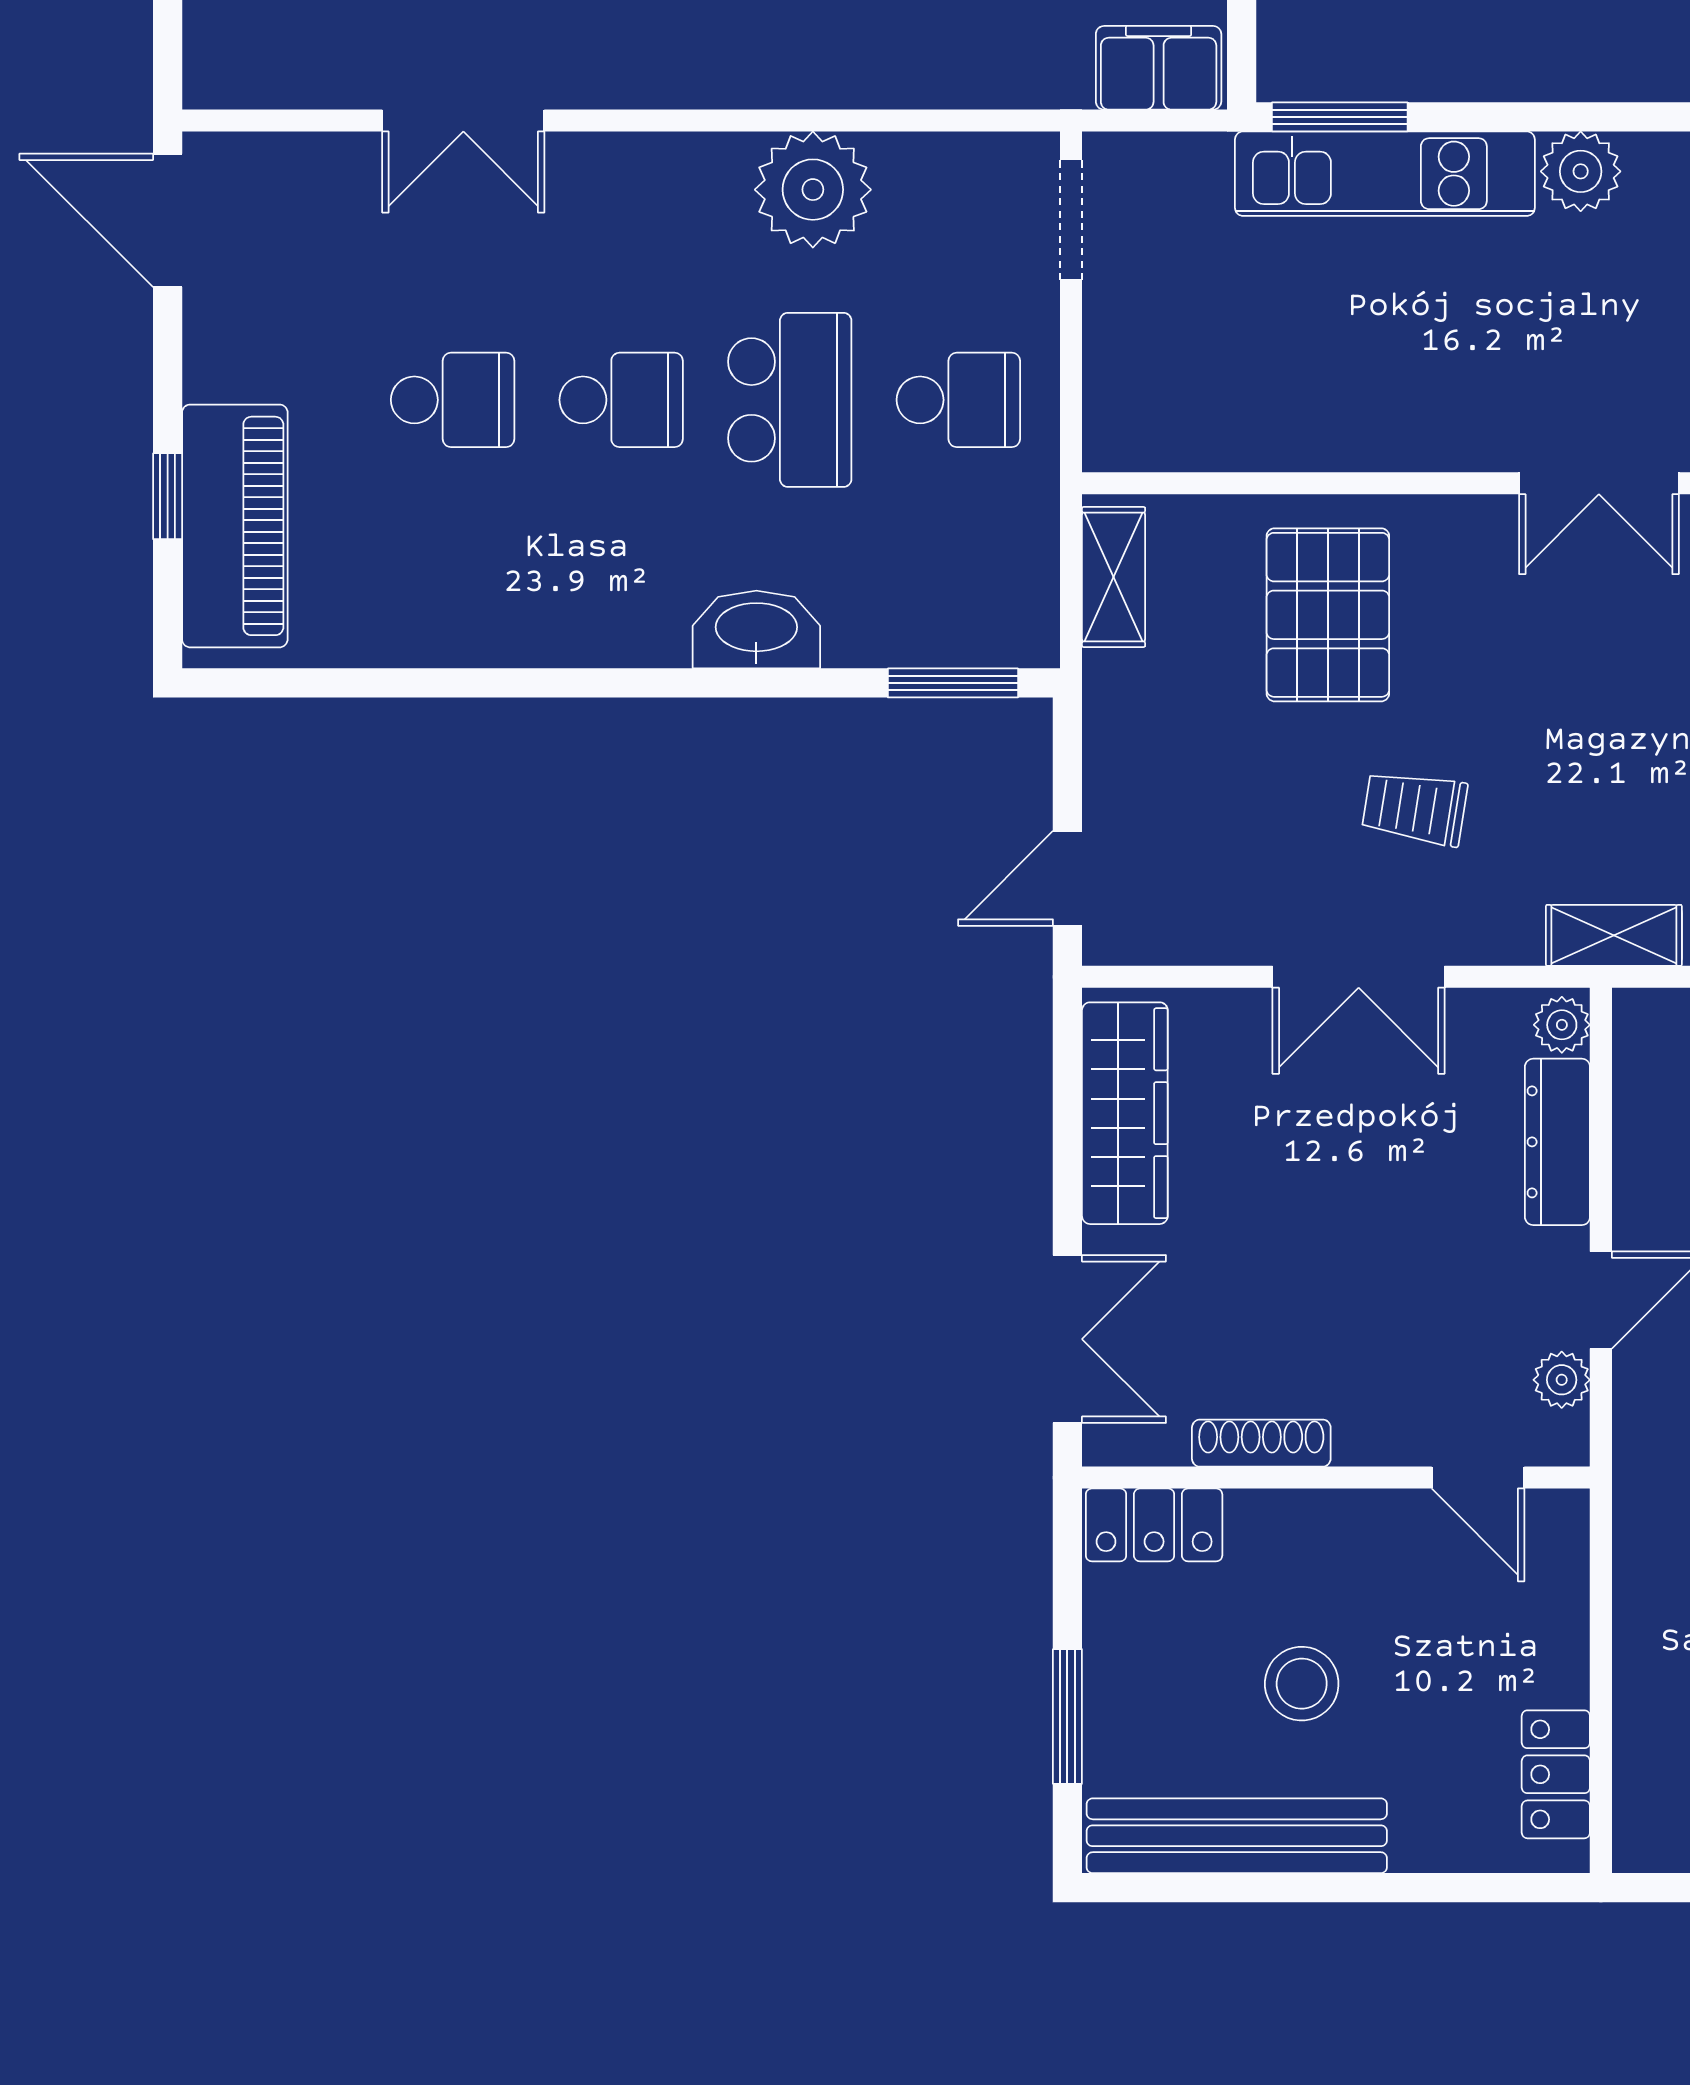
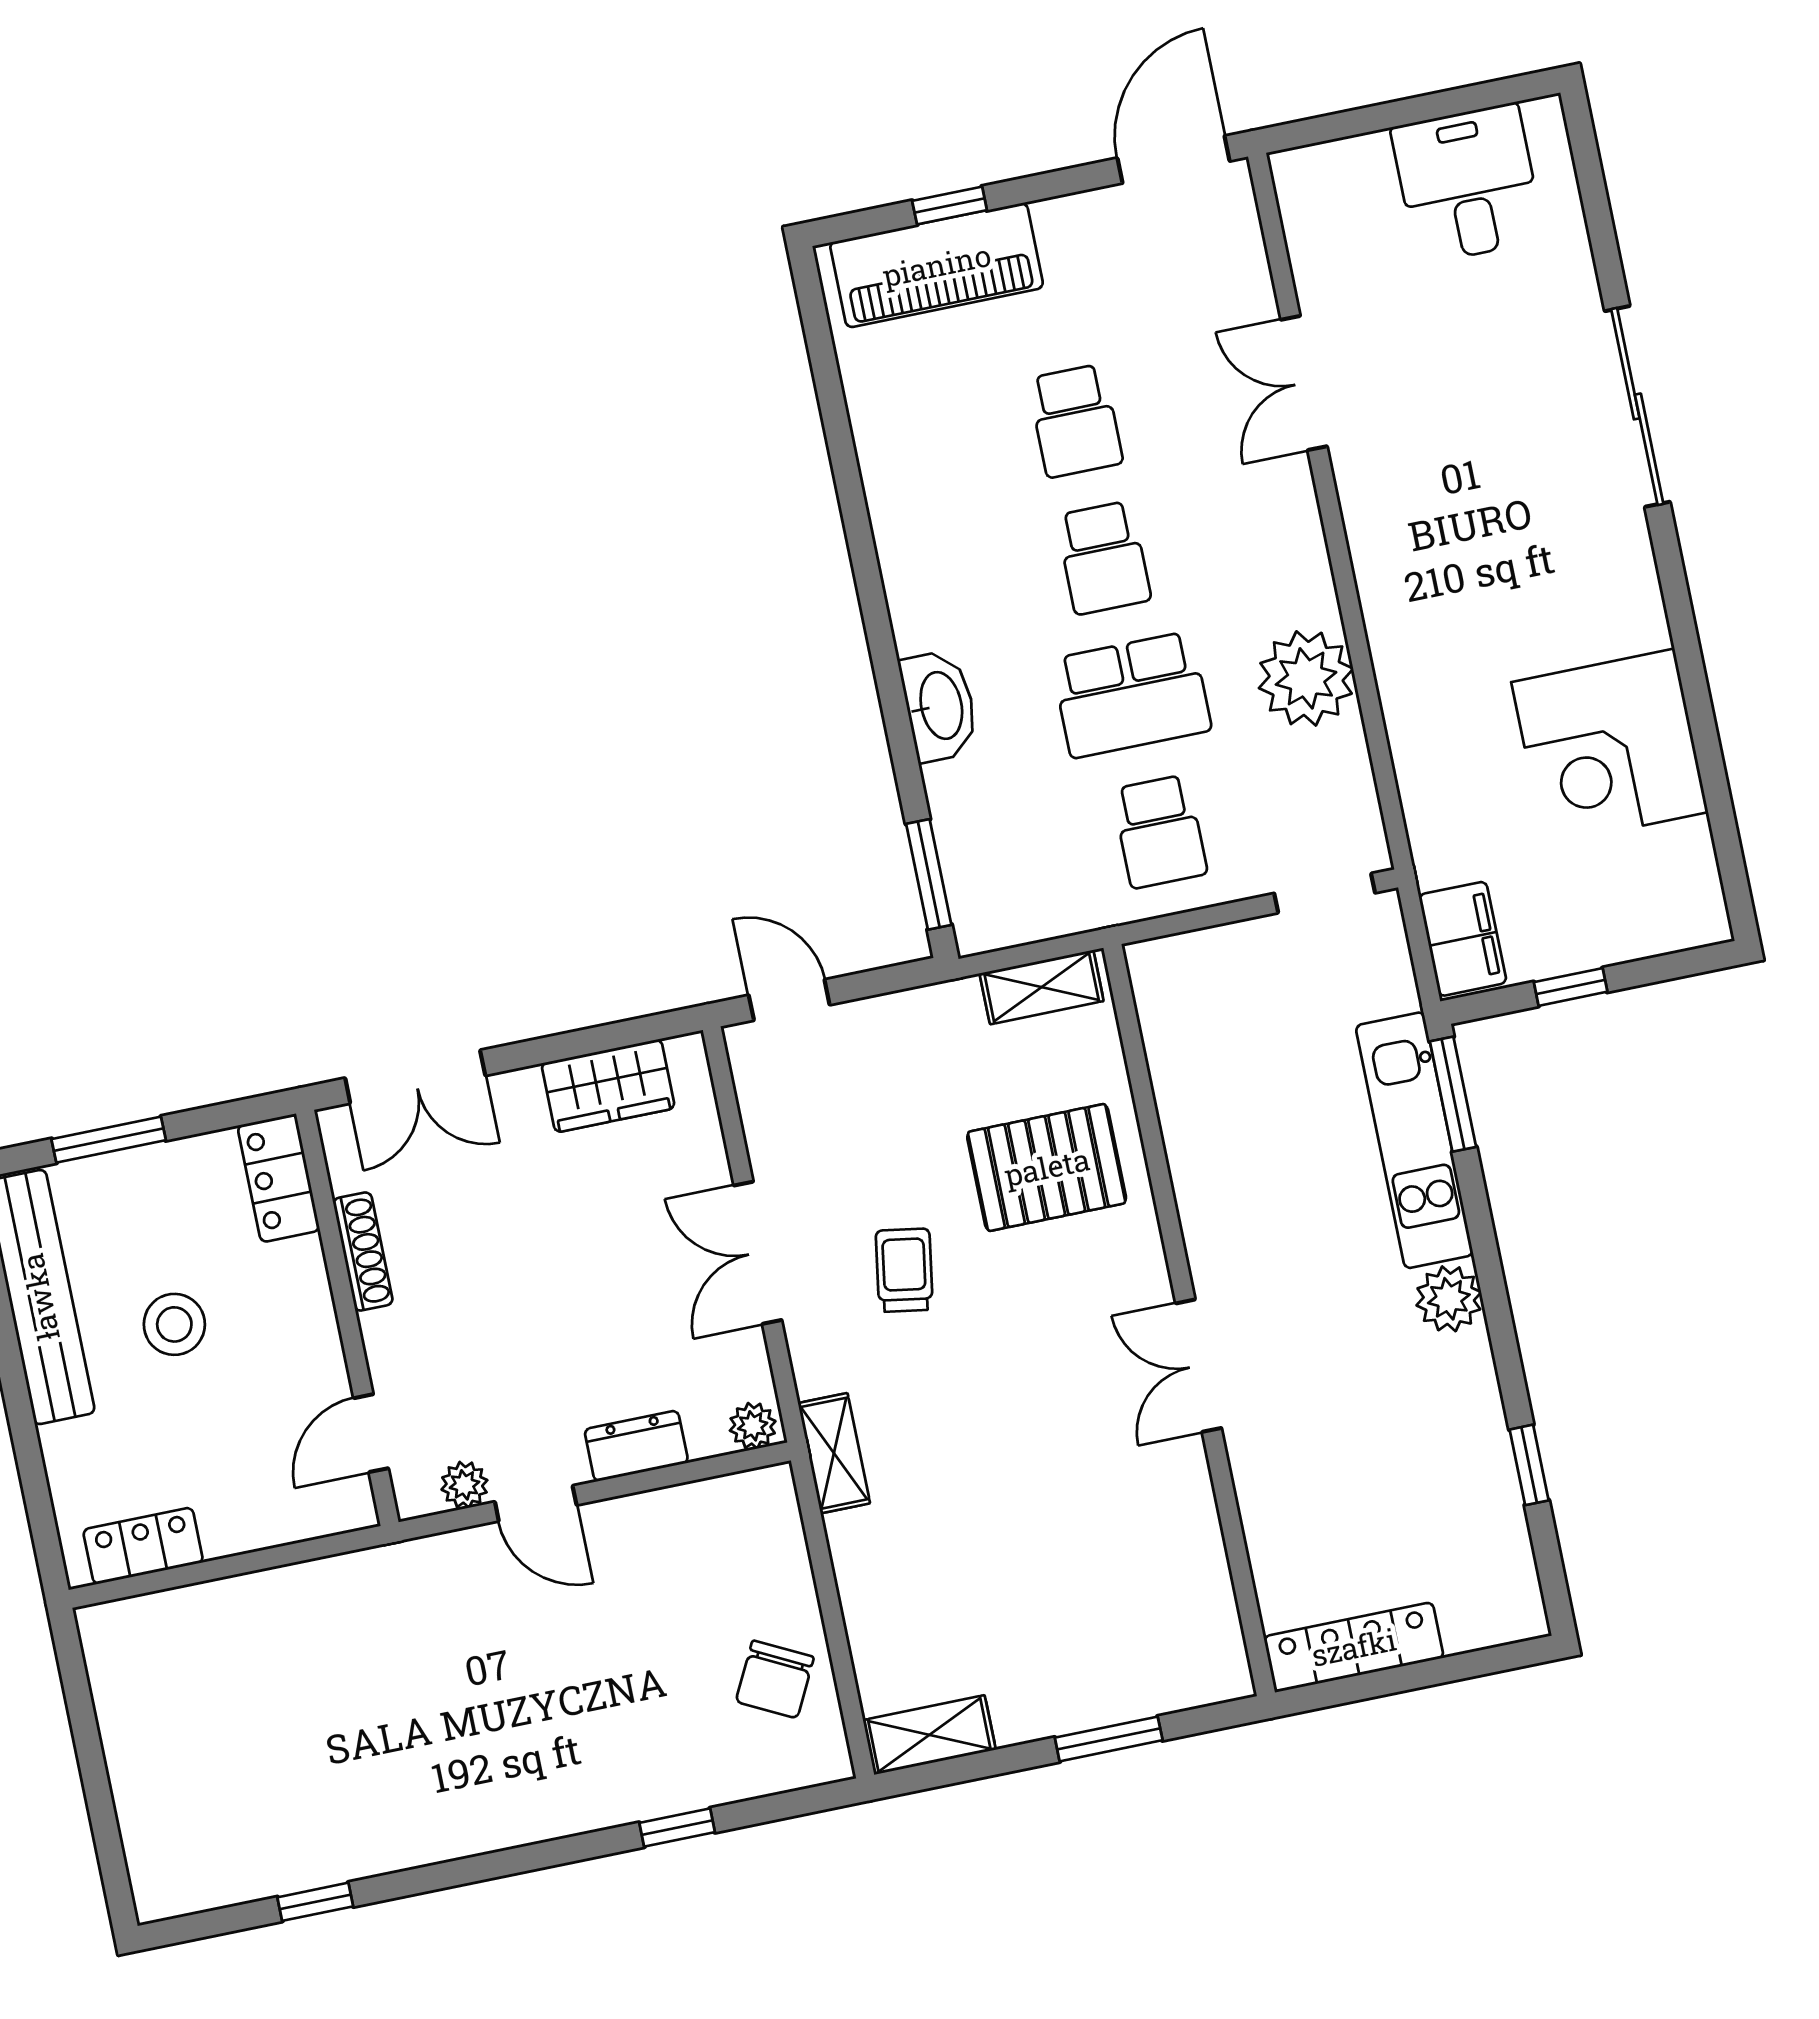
wardrobe: (1125, 1113) -> (608, 1086), width x0.67
dresser: (1557, 1142) -> (636, 1446), width x0.70

